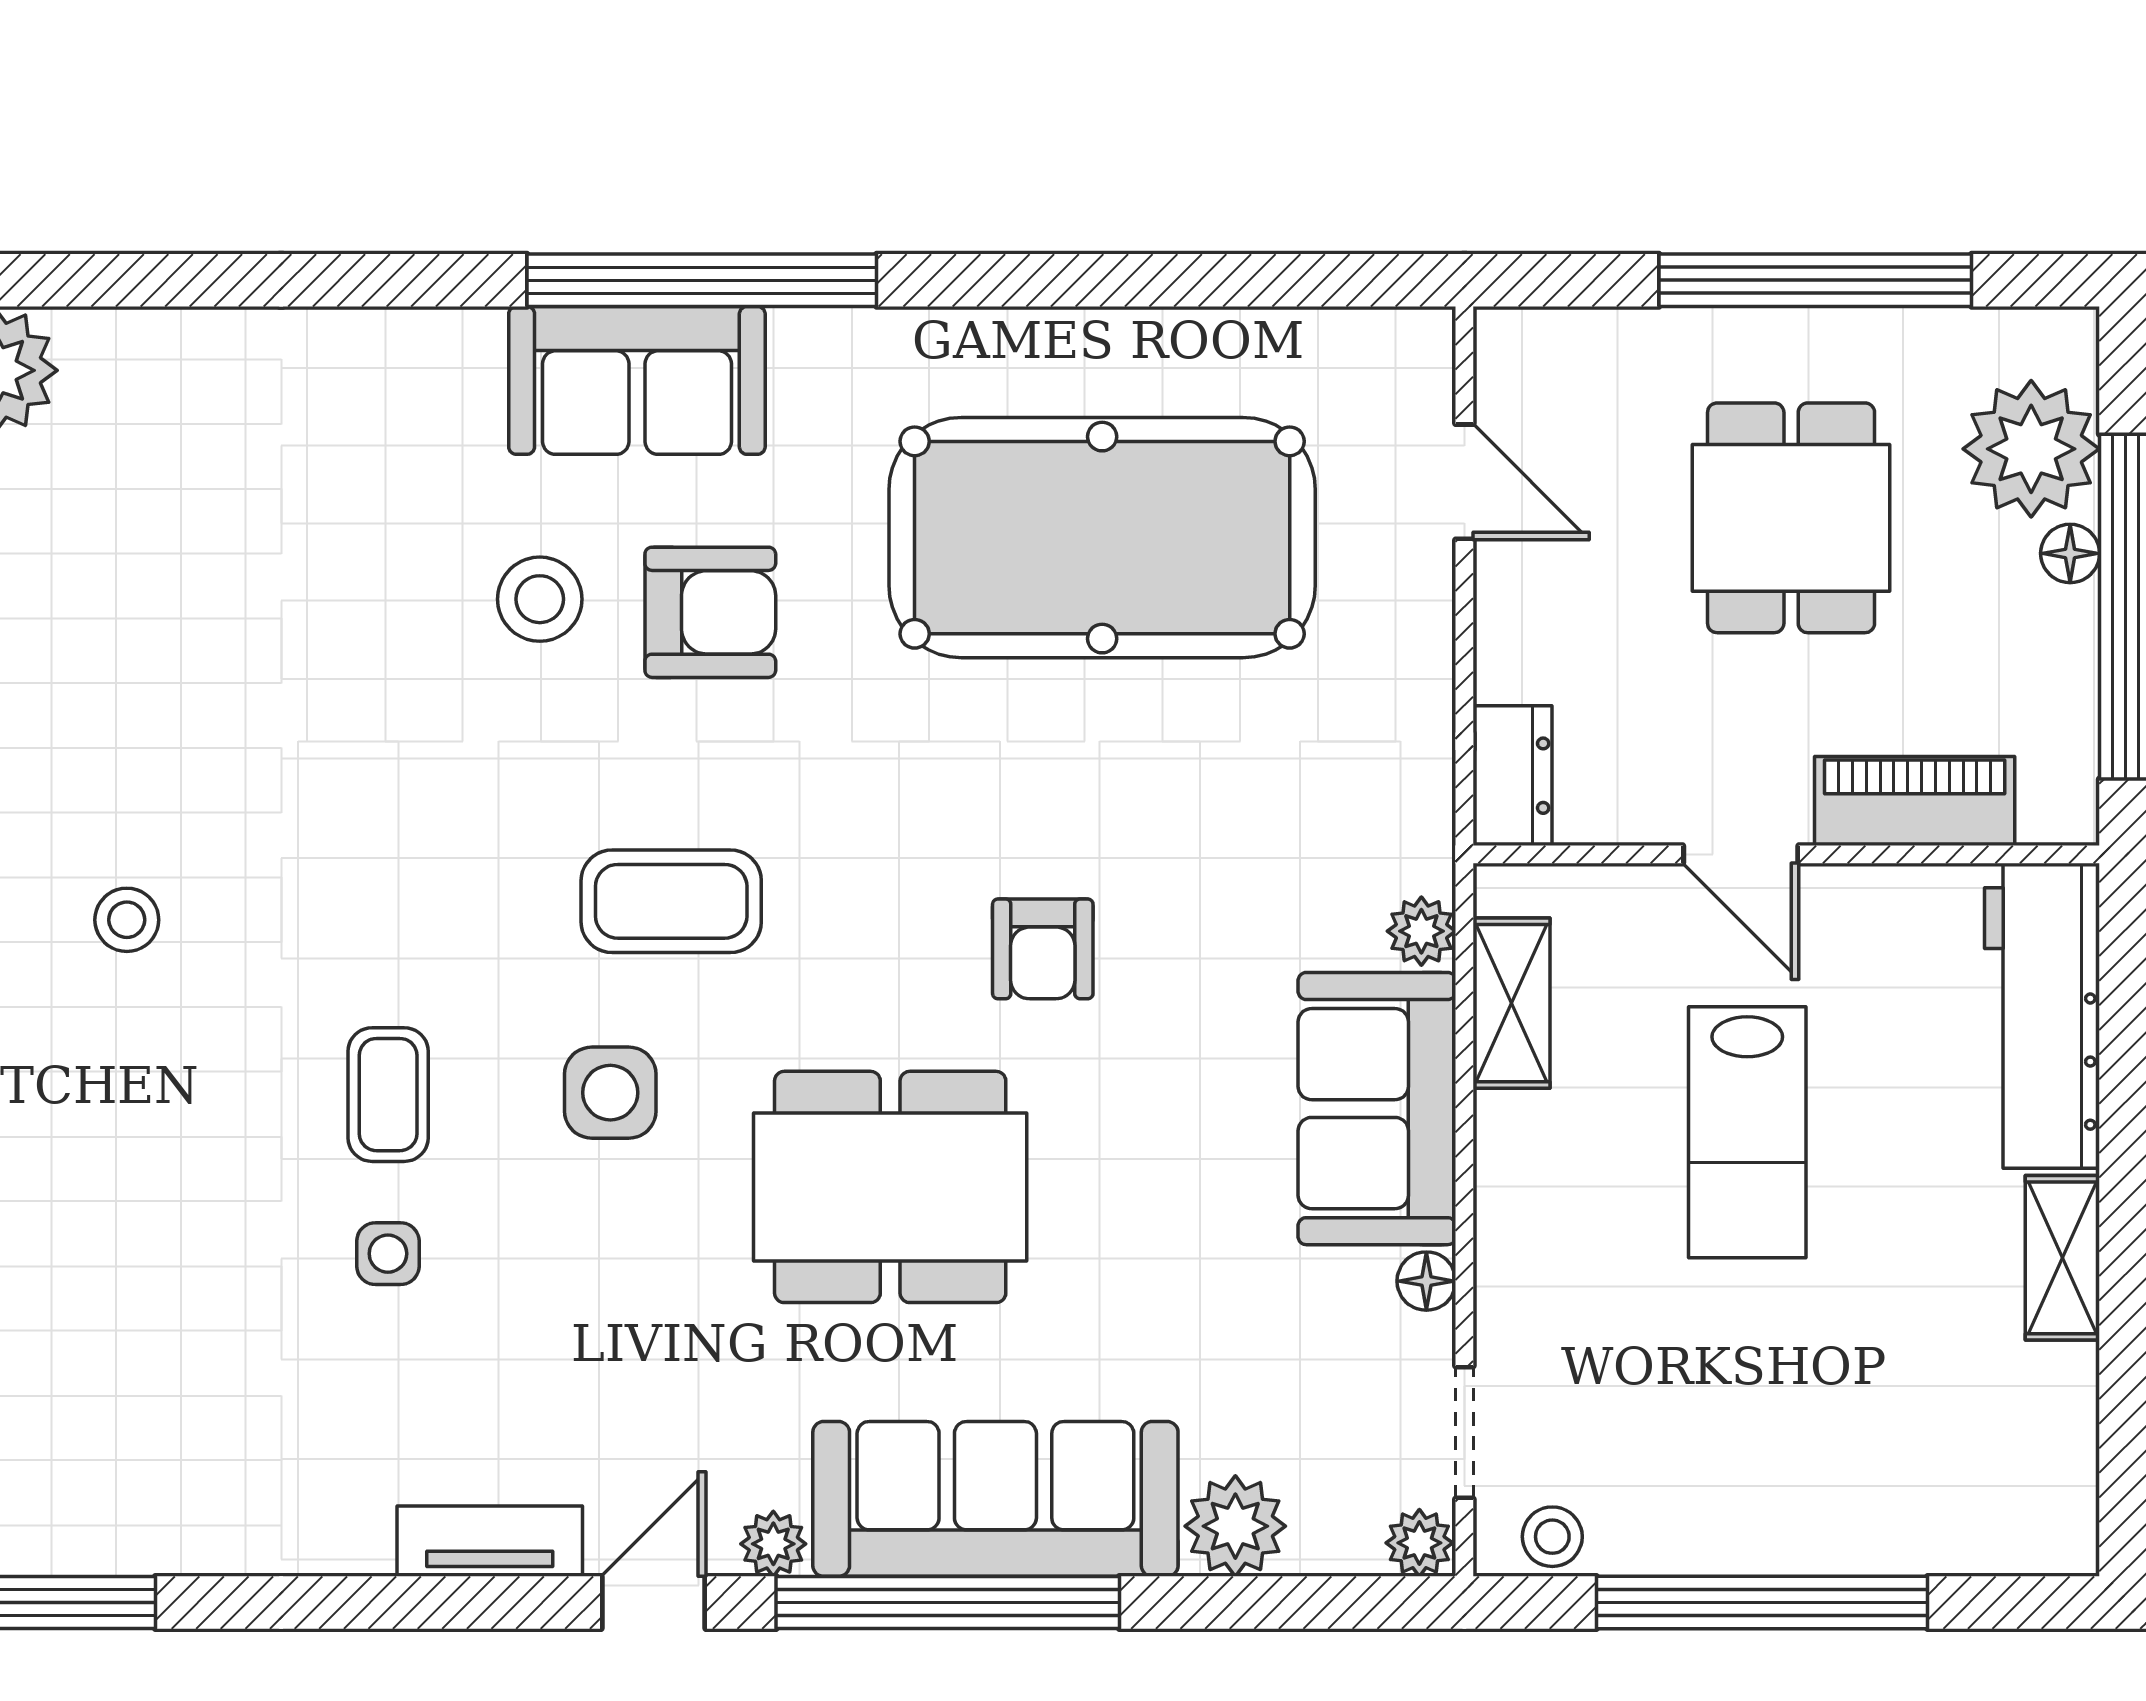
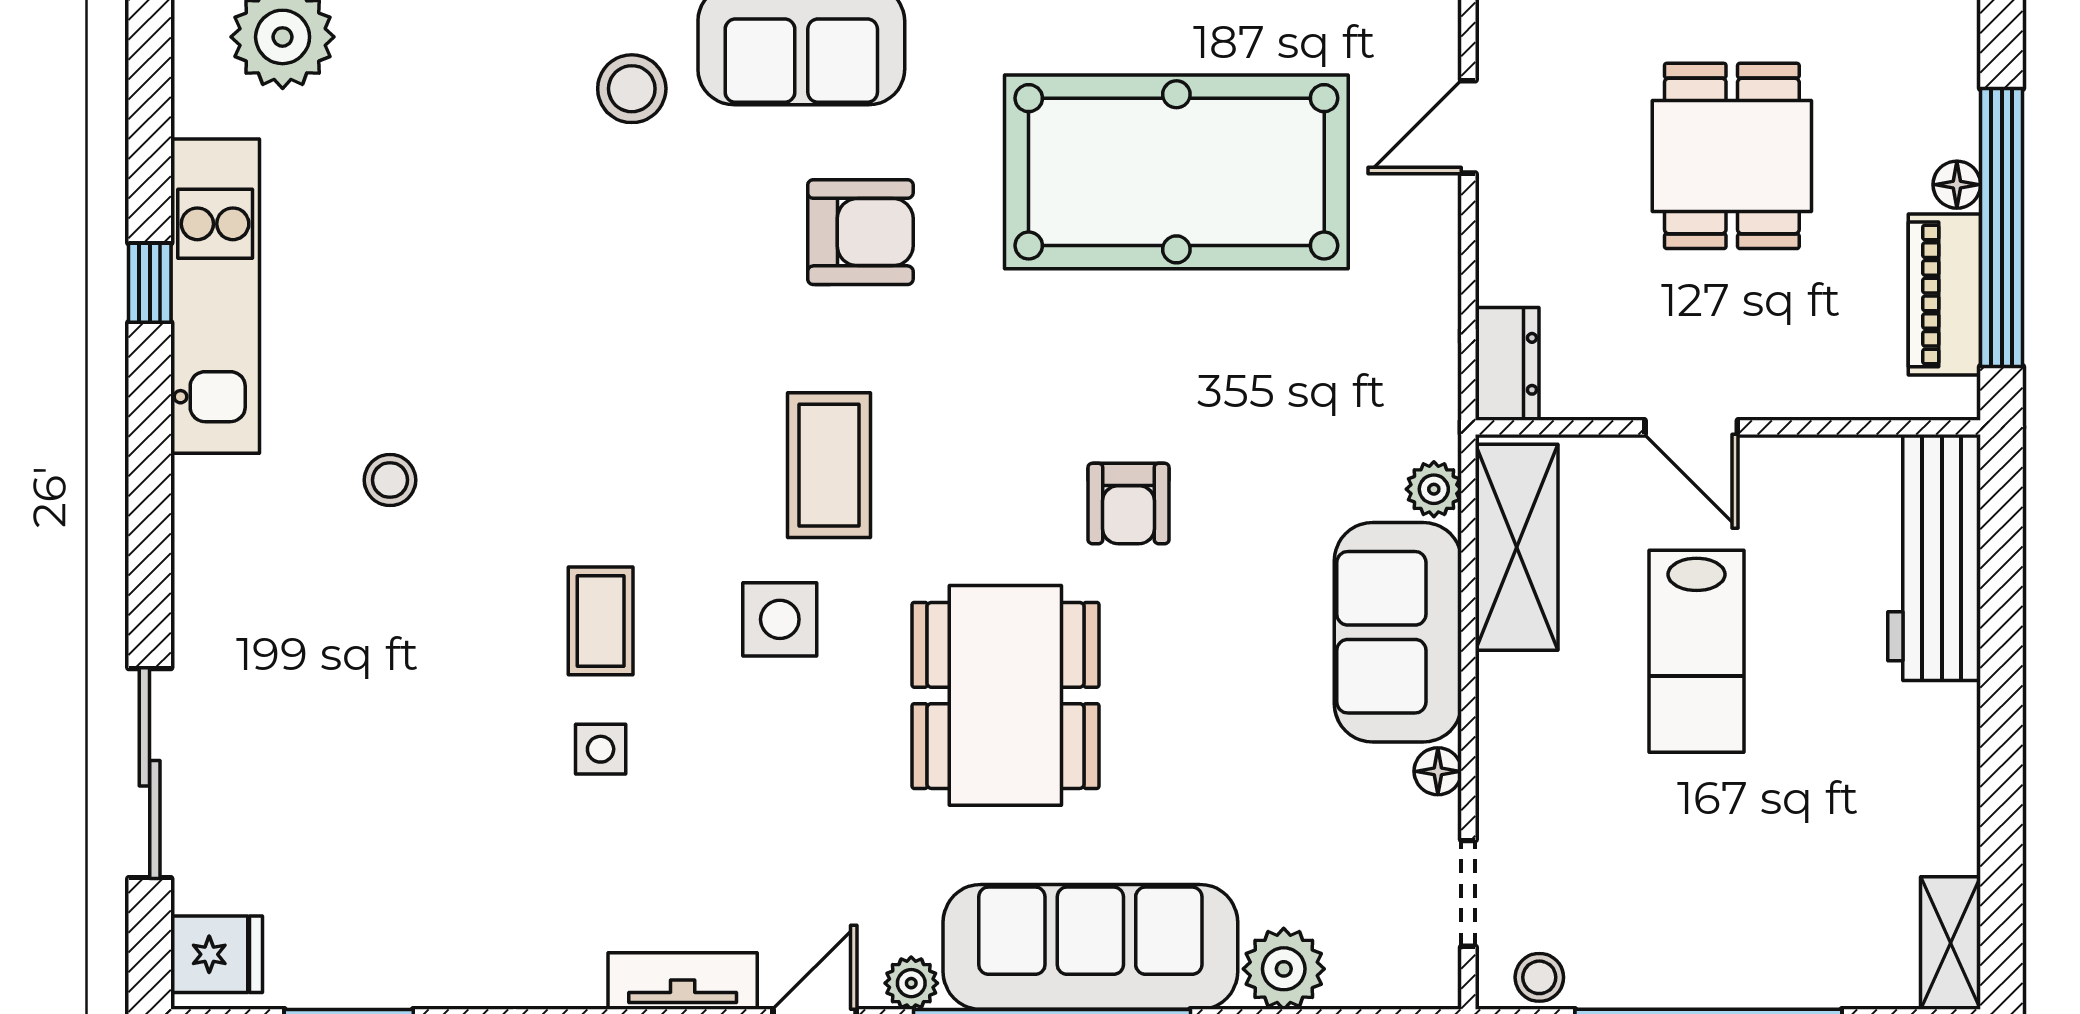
plant: (2031, 449) -> (1925, 100), removed
door: (1464, 482) -> (1468, 127), swing flipped
stool: (540, 599) -> (632, 89), moved
piano: (1915, 801) -> (1944, 294), moved, turned -90
coffee table: (671, 901) -> (829, 465), turned 90
shelving: (1511, 1003) -> (1517, 547), width x1.50, depth x1.33
dining table: (890, 1187) -> (1005, 695), turned 90
shelving: (2062, 1258) -> (1951, 943), moved
plant: (1419, 1543) -> (1432, 982), removed

